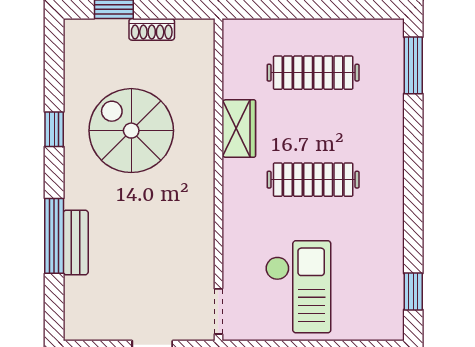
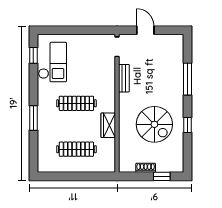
window: (413, 65) -> (33, 118), moved
bench: (76, 242) -> (124, 78), moved
checkout: (298, 287) -> (52, 62), moved, turned 180

